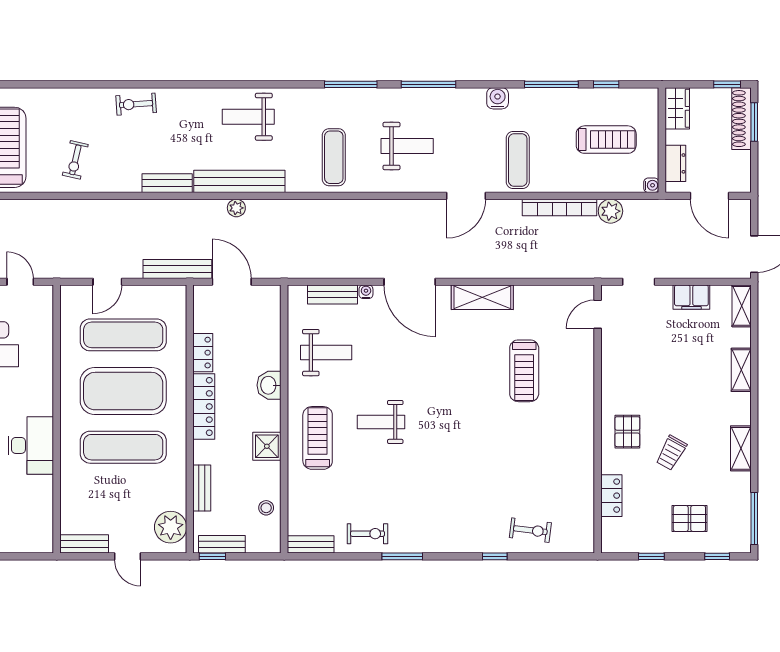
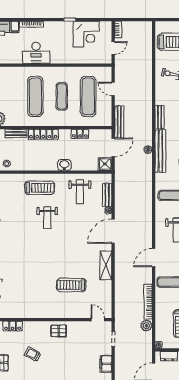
door: (466, 196) -> (154, 258), hinge flipped
exercise mat: (123, 391) -> (62, 96), width x0.50, depth x0.69
locker: (204, 406) -> (43, 134), moved
weight bench: (381, 422) -> (47, 218), turned 180
pallet: (627, 432) -> (59, 331), moved
shower: (267, 446) -> (105, 164), moved

